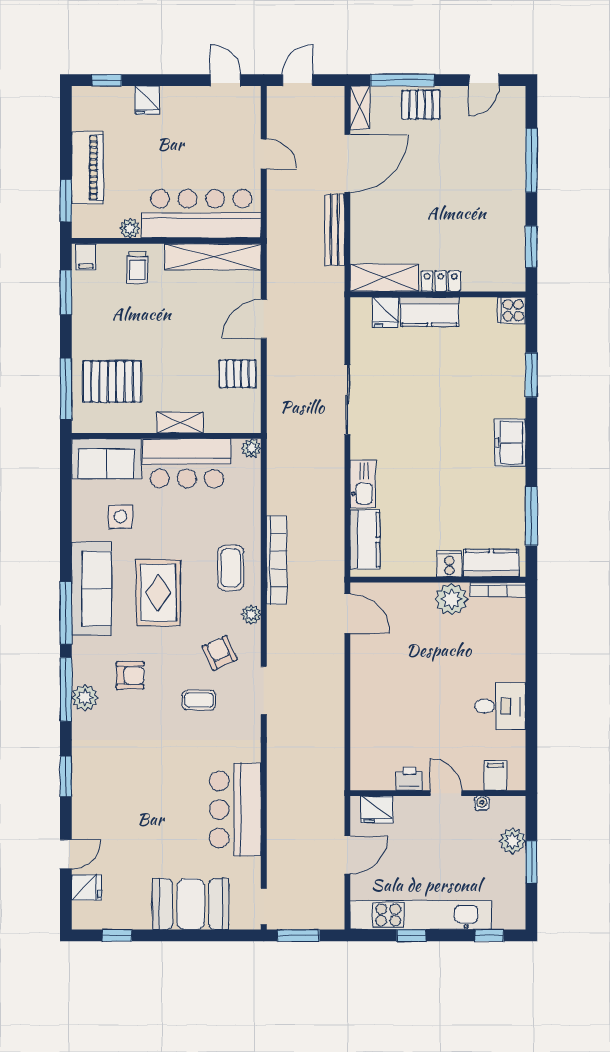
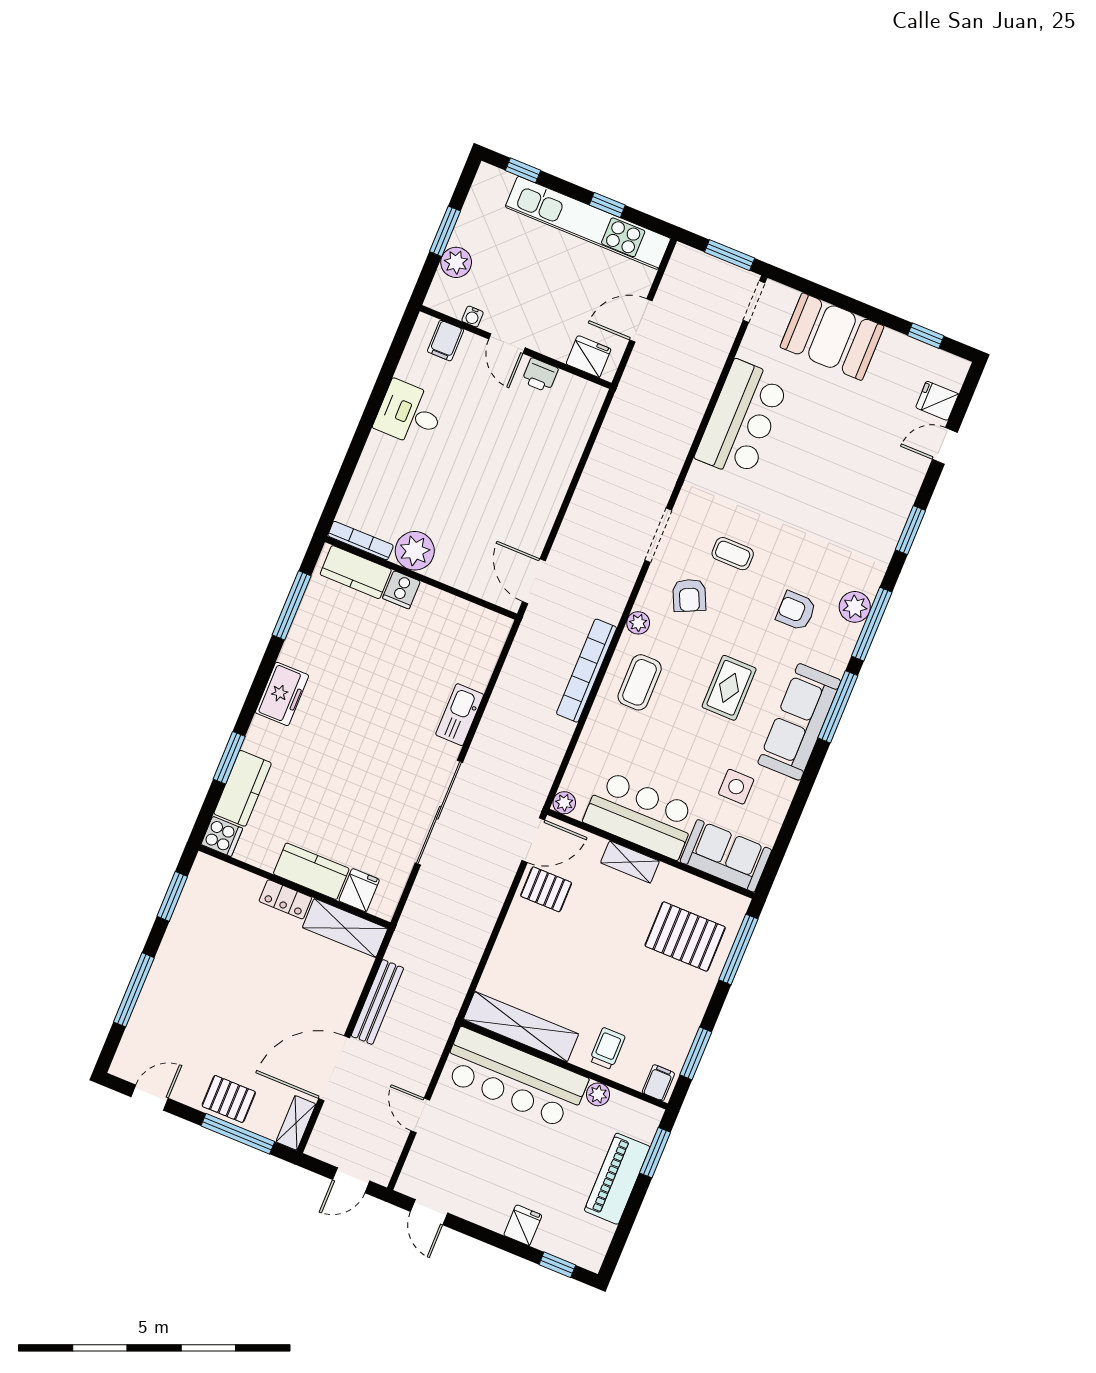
door: (264, 319) -> (533, 840), moved
sliding door: (347, 400) -> (439, 813), width x1.36
kitchen counter: (365, 540) -> (243, 788), moved, turned 180
rug: (158, 593) -> (729, 688), width x0.73, depth x0.70

